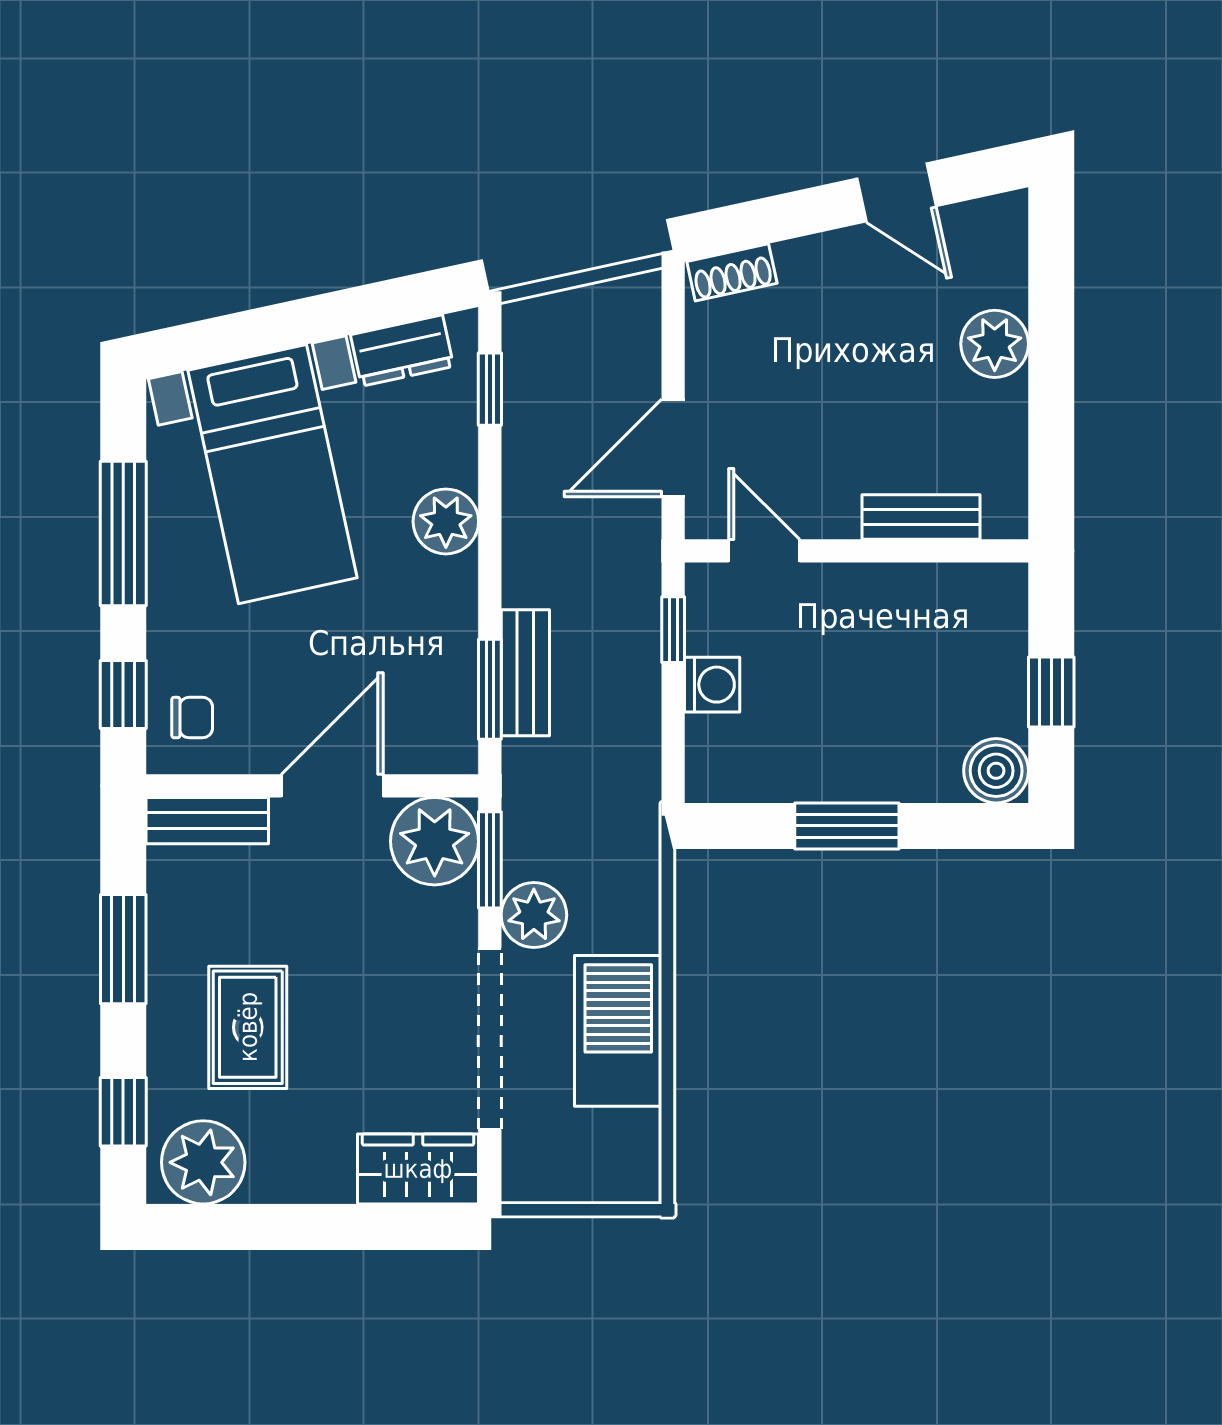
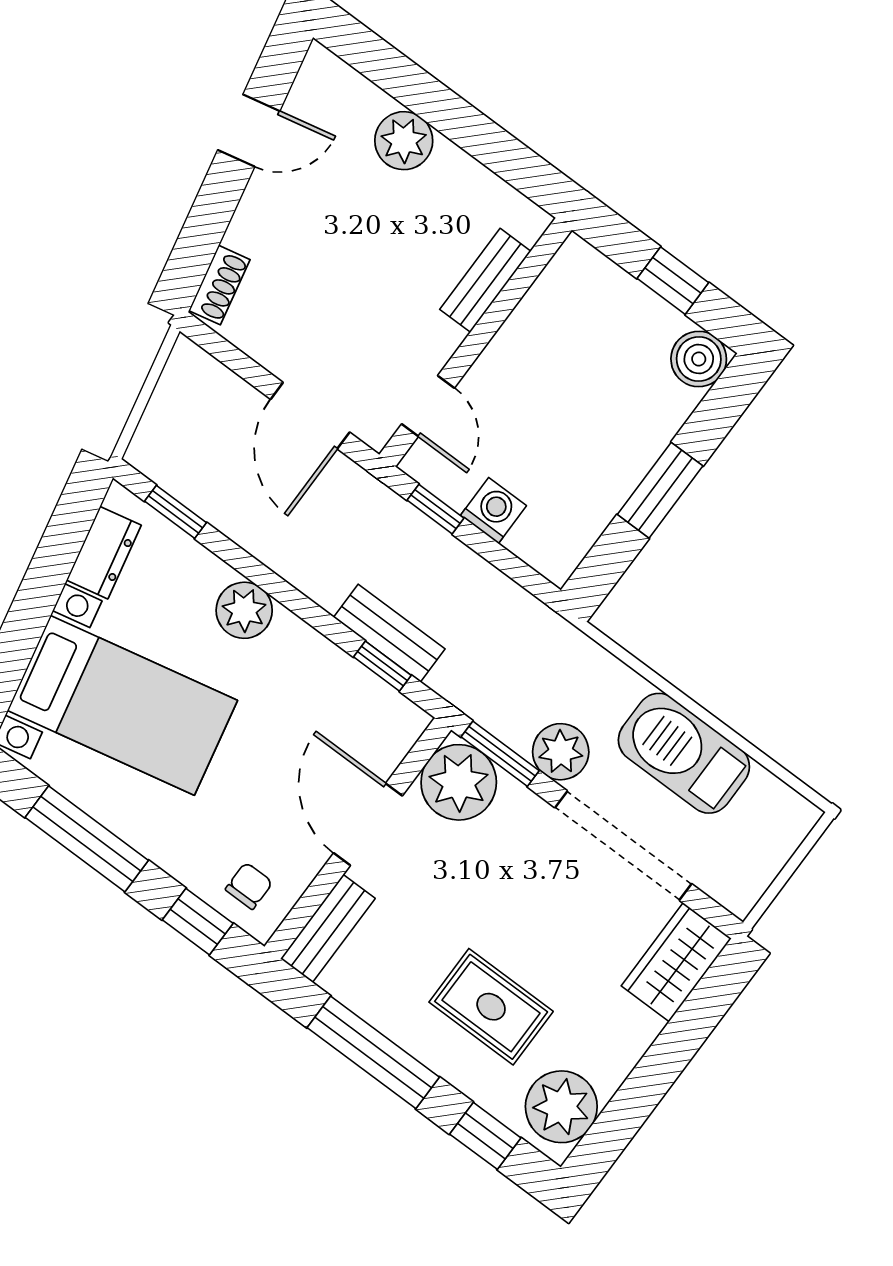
door: (764, 551) -> (428, 406), swing flipped
window: (490, 689) -> (382, 666), width x0.67
window: (123, 949) -> (373, 1052), width x1.44

